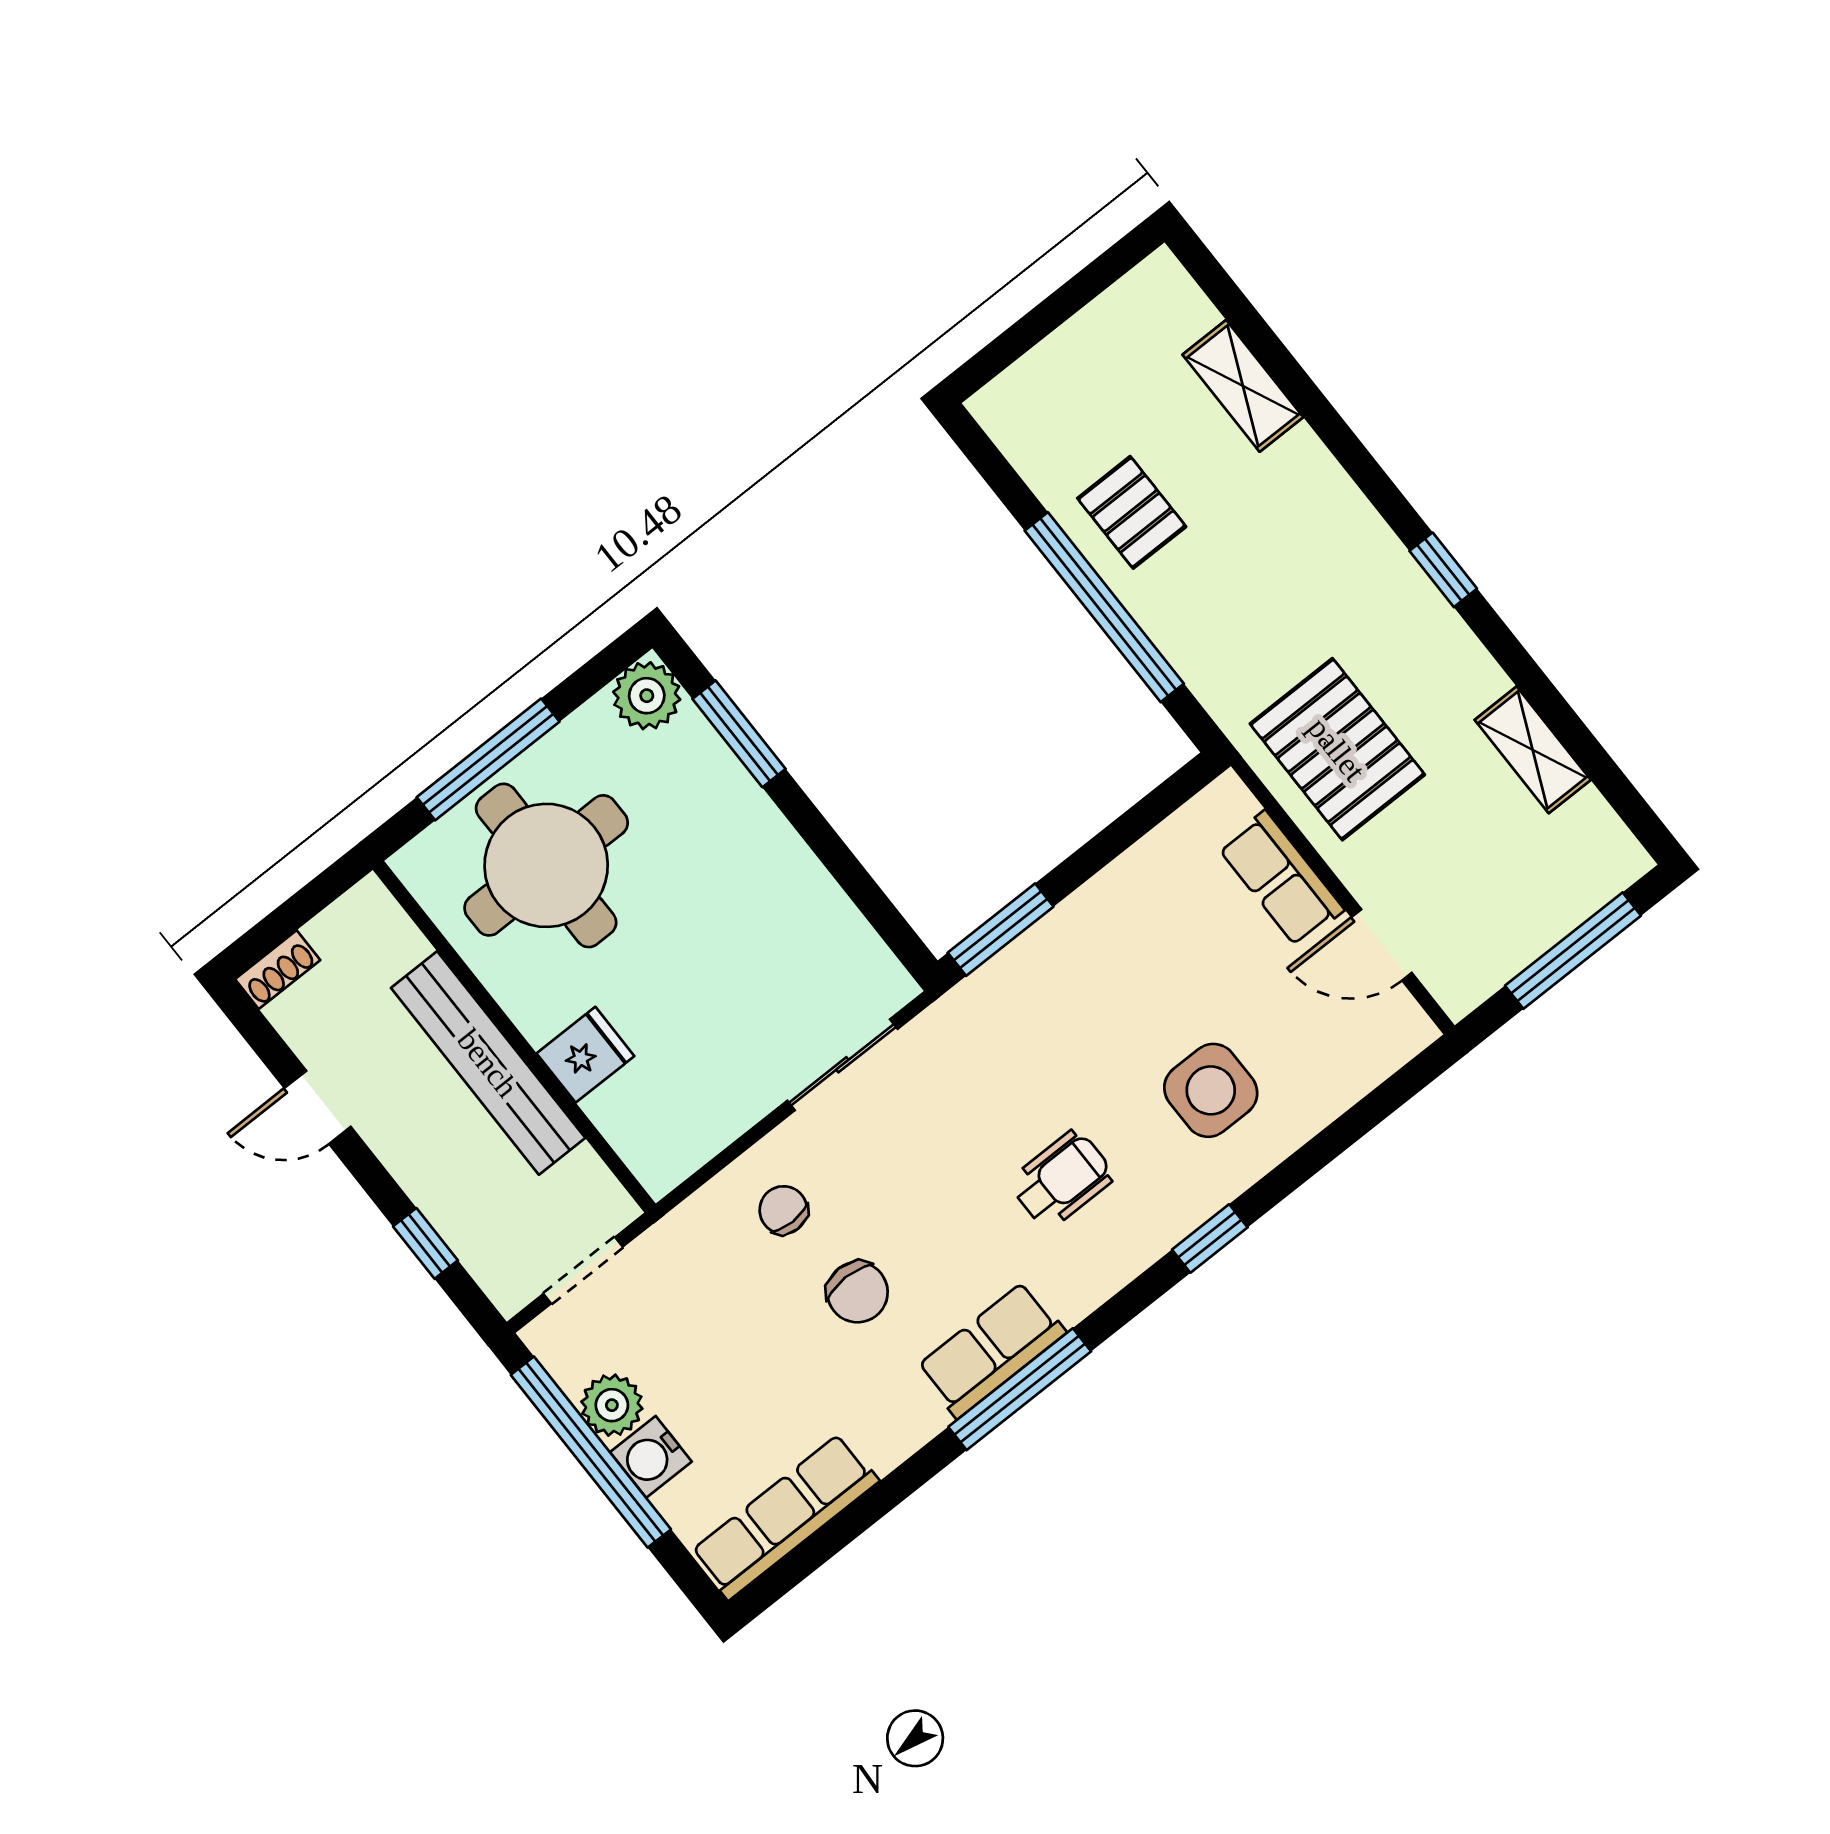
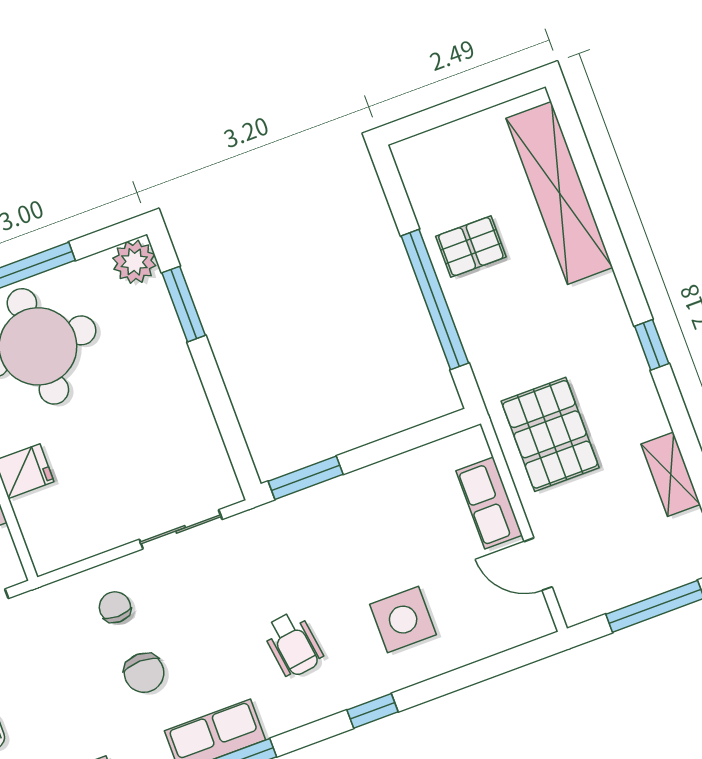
shelving: (1243, 386) -> (559, 193), width x2.20, depth x1.33
pallet: (1132, 512) -> (471, 247), turned 90
wheelchair: (1062, 1179) -> (293, 644), turned 82

